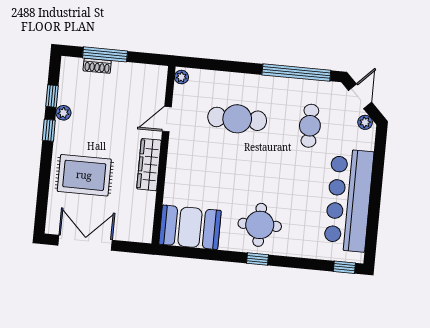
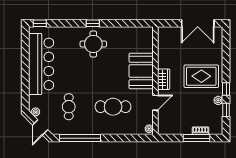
wardrobe: (149, 165) -> (164, 79), width x0.67
rug: (84, 175) -> (201, 76), moved
booth: (190, 227) -> (141, 71), moved, turned 90

